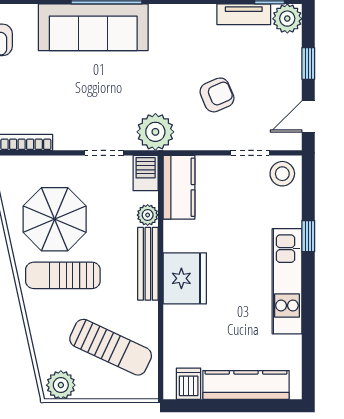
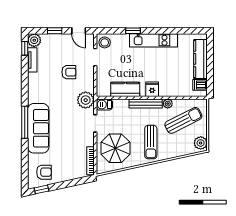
armchair: (217, 95) -> (69, 72), turned 113
kitchen counter: (179, 187) -> (125, 89), moved
plant: (148, 215) -> (168, 104), moved
parasol: (55, 219) -> (115, 148), moved
fridge: (185, 278) -> (152, 89), width x0.53, depth x0.75
sun lounger: (111, 347) -> (183, 120), turned 38

